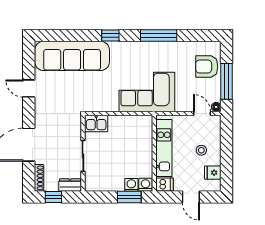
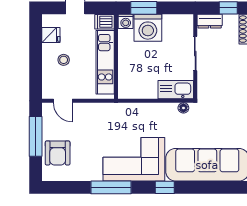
armchair: (207, 67) -> (58, 153), turned 90
corner sofa: (147, 92) -> (134, 159), moved, turned 180
floor lamp: (216, 107) -> (183, 108), moved
kitchen sink: (96, 123) -> (176, 90), width x1.38
washing machine: (131, 185) -> (148, 28), width x1.89, depth x1.89

